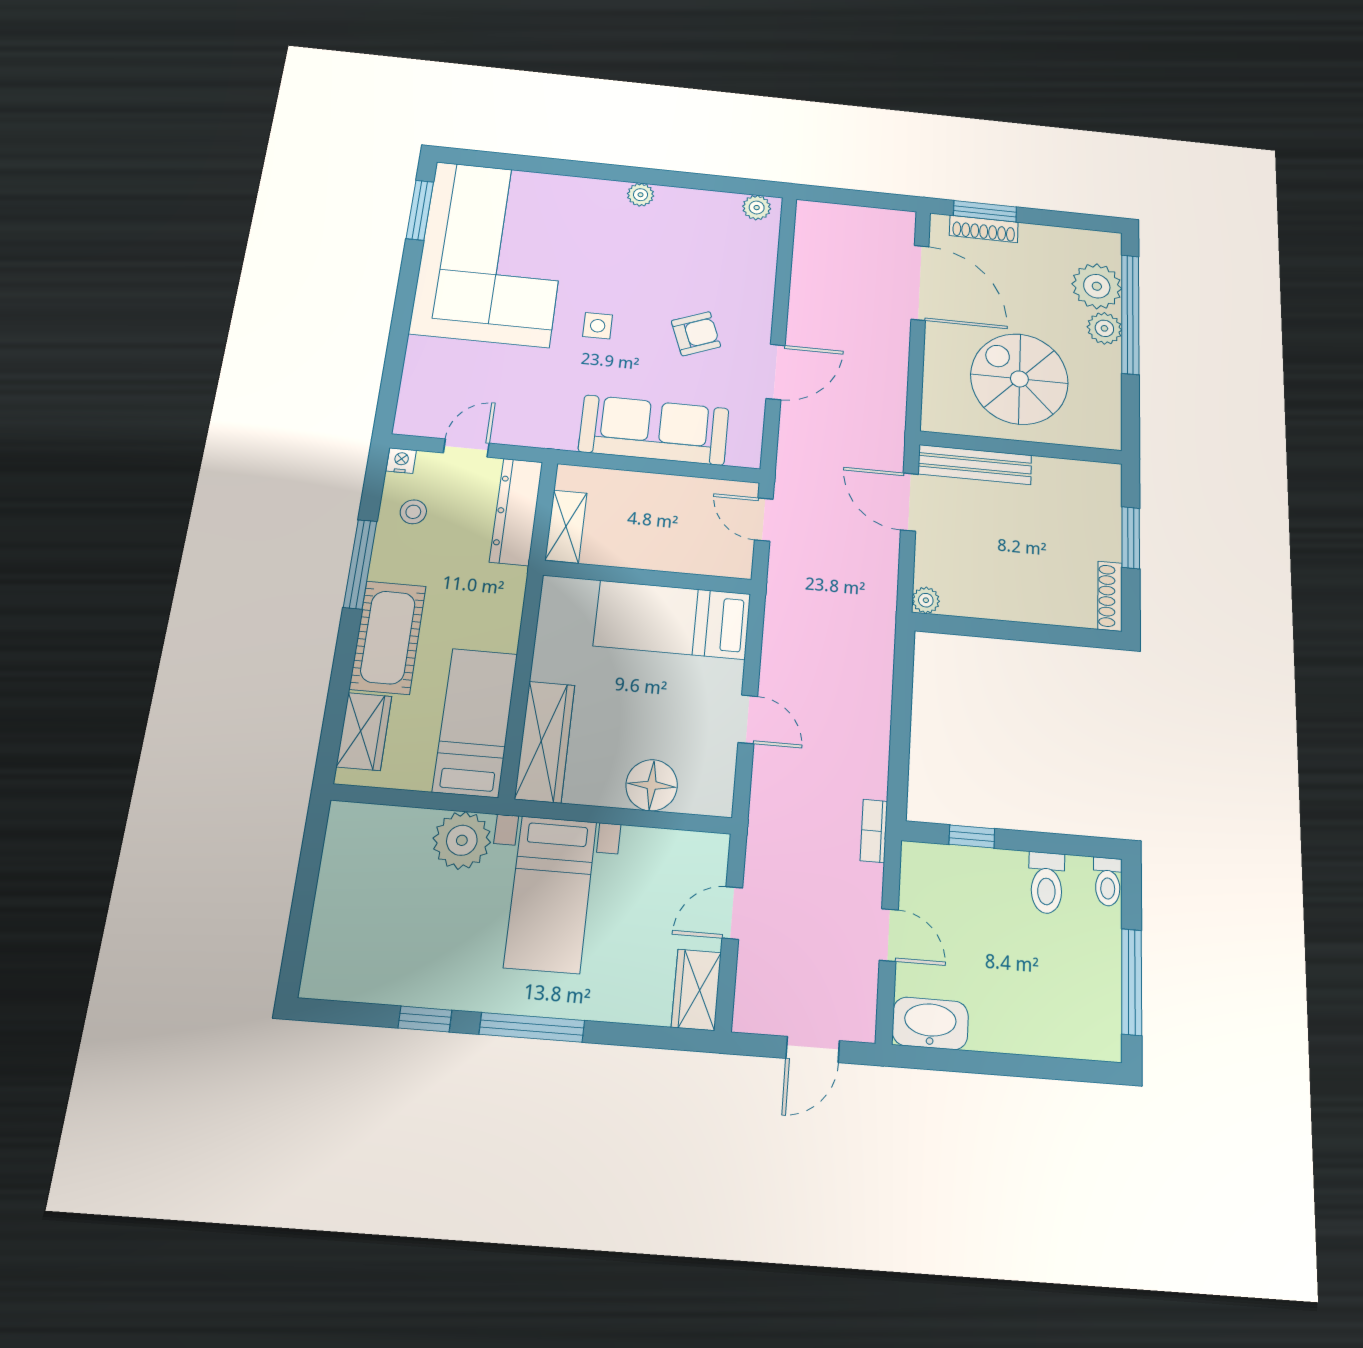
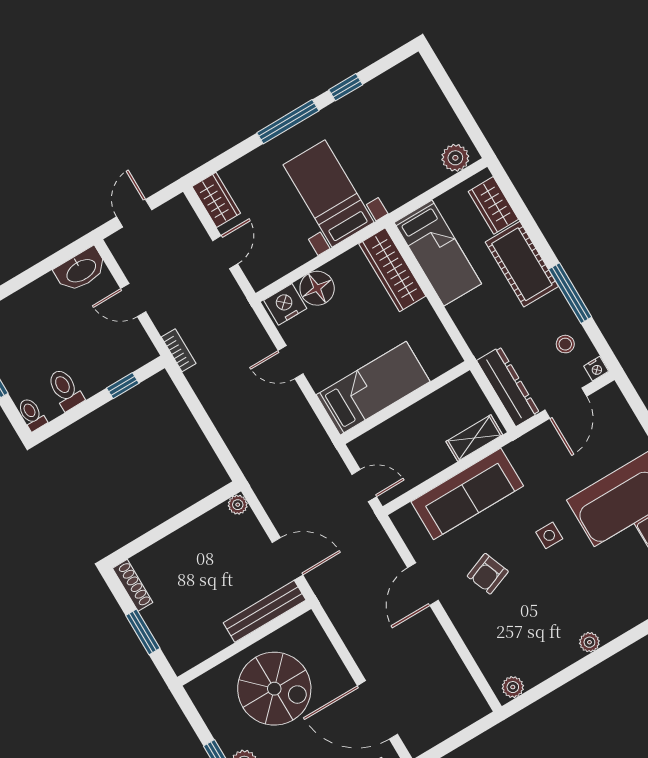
door: (466, 448) -> (566, 403), width x1.38
shelving: (566, 526) -> (474, 438), moved, turned 90
nightstand: (704, 793) -> (285, 304), added
plant: (462, 840) -> (455, 158), moved, width x0.73, depth x0.73

